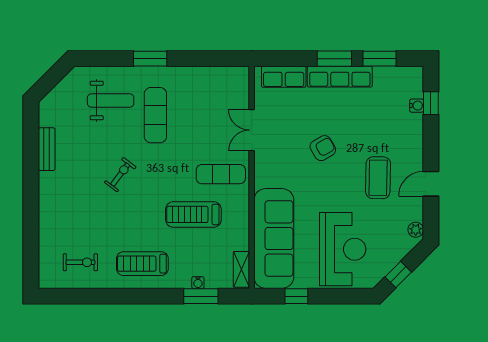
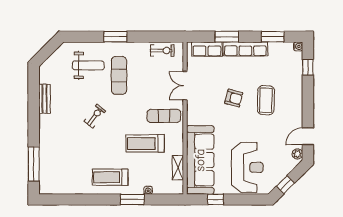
window: (334, 59) -> (227, 37), moved
water cooler: (417, 106) -> (298, 46), moved
armchair: (323, 148) -> (234, 98), turned 45
coffee table: (378, 178) -> (266, 100), moved
door: (431, 184) -> (308, 136), moved
window: (31, 245) -> (34, 164), added
exercise bike: (80, 262) -> (162, 51), moved
shelving: (241, 269) -> (178, 168), moved
window: (201, 296) -> (132, 199), moved

